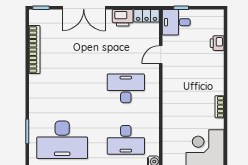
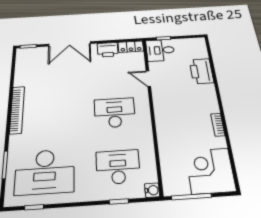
printer: (217, 43) -> (201, 71), width x1.87, depth x1.48
bookcase: (34, 50) -> (17, 110), moved
door: (161, 55) -> (148, 79), hinge flipped
desk: (126, 140) -> (118, 167), turned 180

